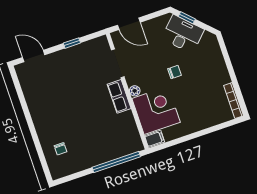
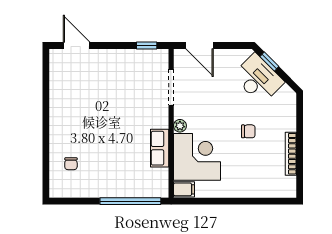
window: (72, 43) -> (147, 46), moved
chair: (174, 72) -> (248, 131), moved
row of seats: (119, 96) -> (160, 148), moved
bookcase: (234, 101) -> (291, 154), moved

